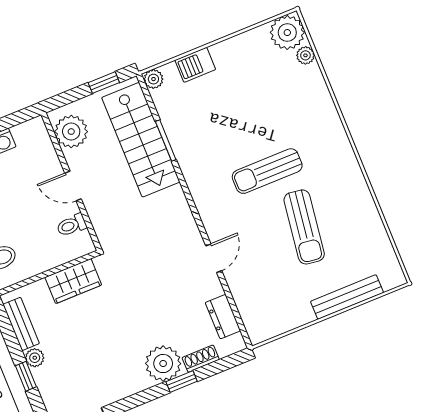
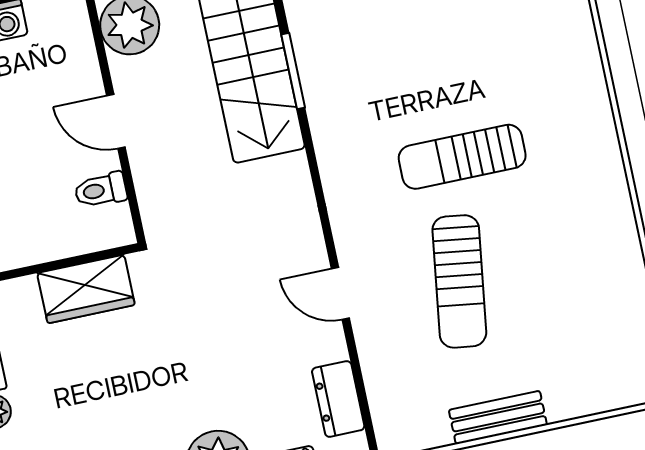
sun lounger: (304, 227) -> (459, 281), moved
door: (214, 258) -> (340, 293), swing flipped
bench: (347, 297) -> (498, 417), moved, width x0.73

